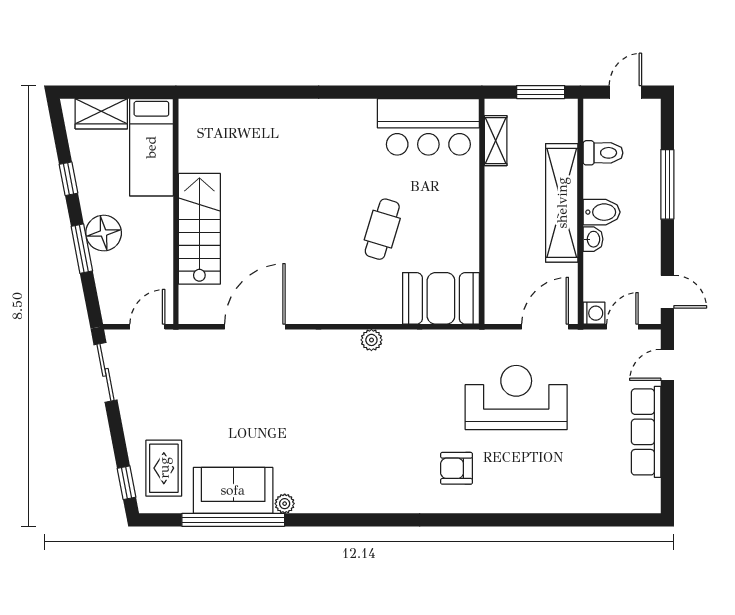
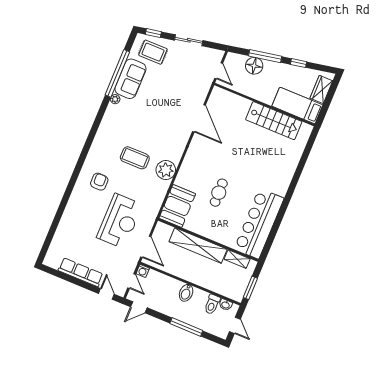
bar counter: (428, 127) -> (259, 224), width x1.36
shelving: (562, 203) -> (198, 245), moved
stairs: (199, 229) -> (274, 121), moved
cafe table: (382, 229) -> (219, 193), turned 72
floor lamp: (104, 233) -> (254, 66), moved
washbasin: (593, 239) -> (226, 305), moved
window: (82, 249) -> (265, 56), width x1.44
plant: (371, 340) -> (166, 170), width x1.88, depth x1.88
sliding door: (105, 372) -> (189, 40), moved
coffee table: (382, 419) -> (135, 158), added

